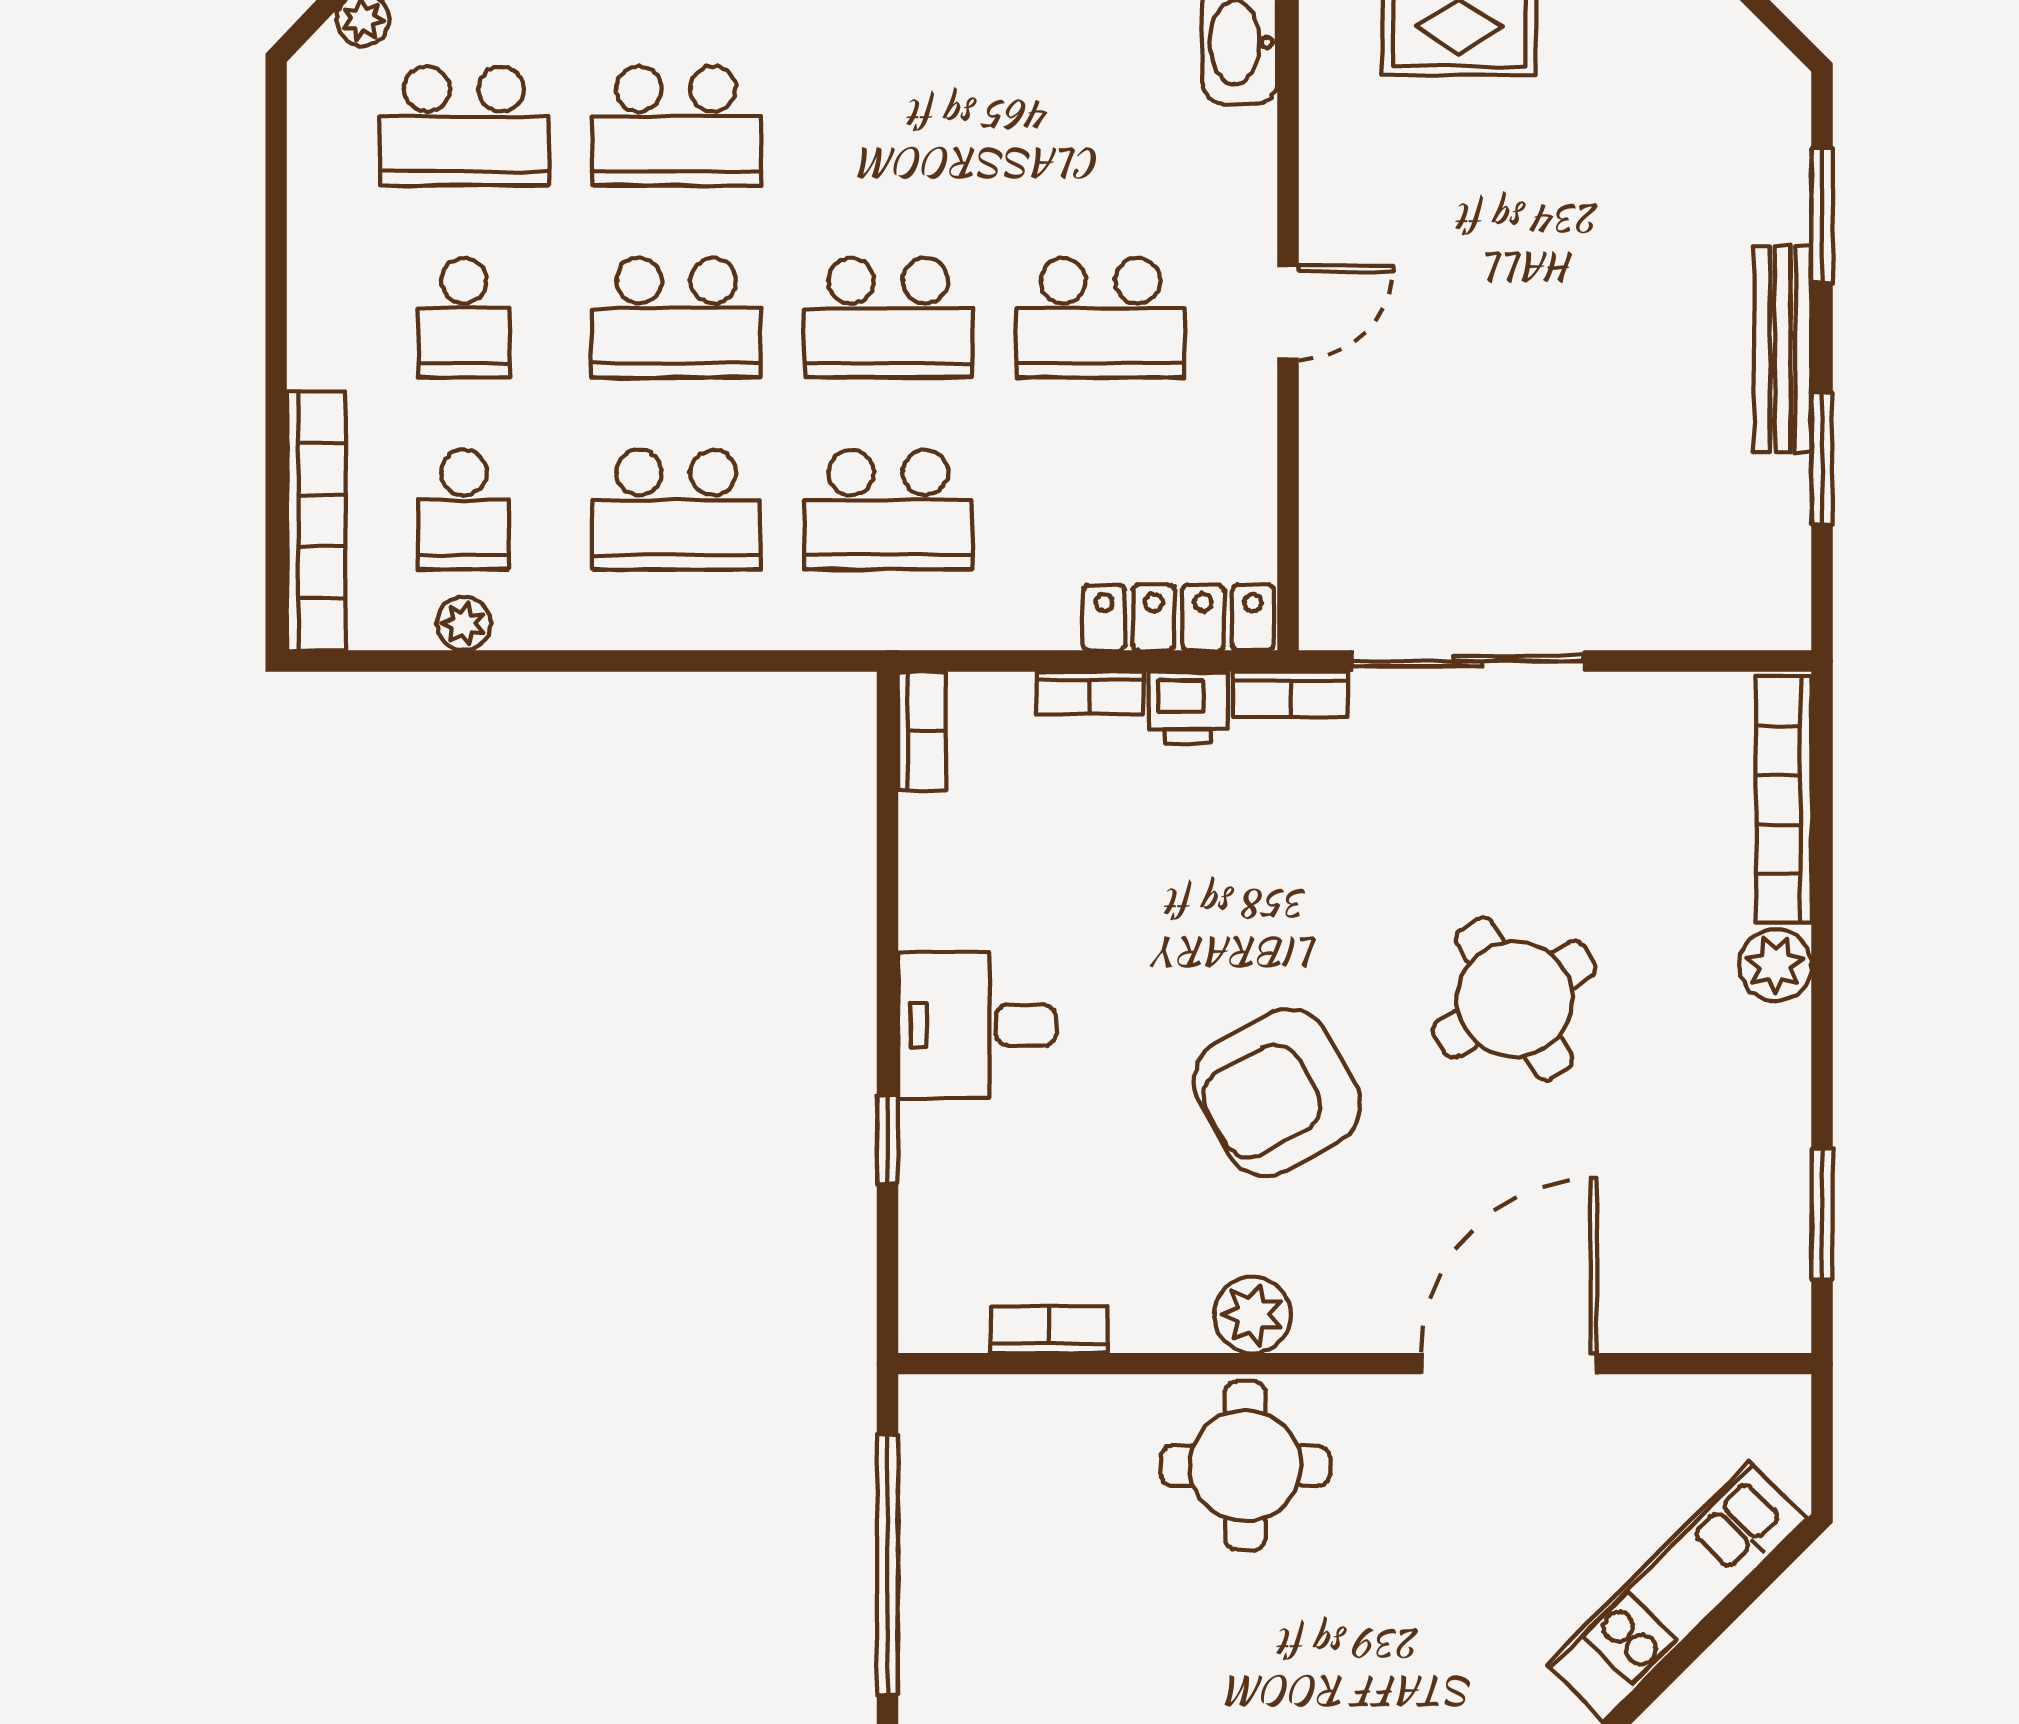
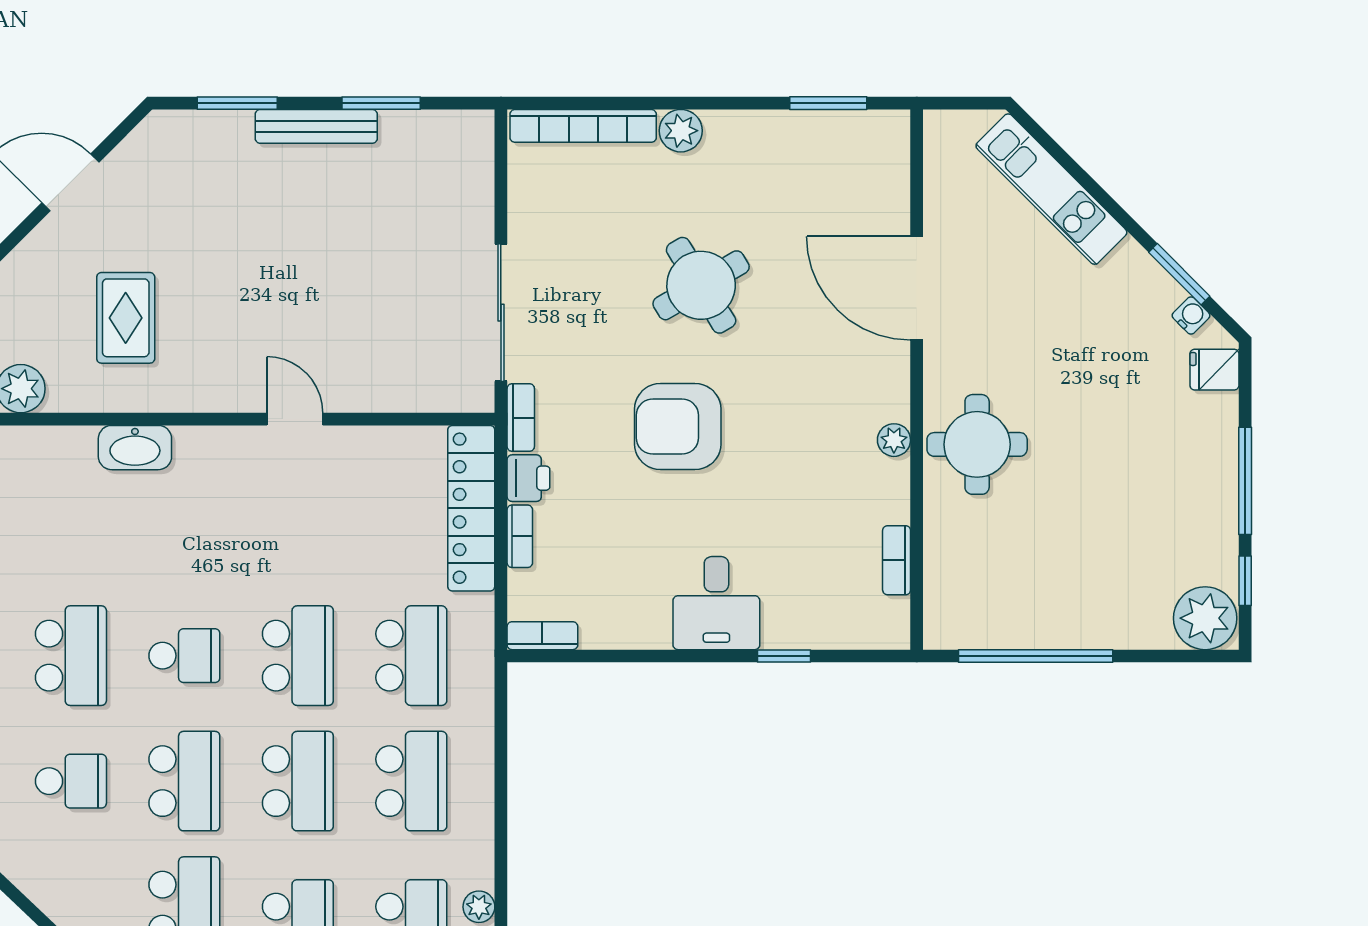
school desk: (1100, 318) -> (184, 656), moved, width x0.54
locker: (1178, 618) -> (471, 508), width x1.41, depth x1.21
armchair: (1277, 1093) -> (678, 427), moved, turned 119
plant: (1252, 1315) -> (894, 440), width x0.73, depth x0.73

